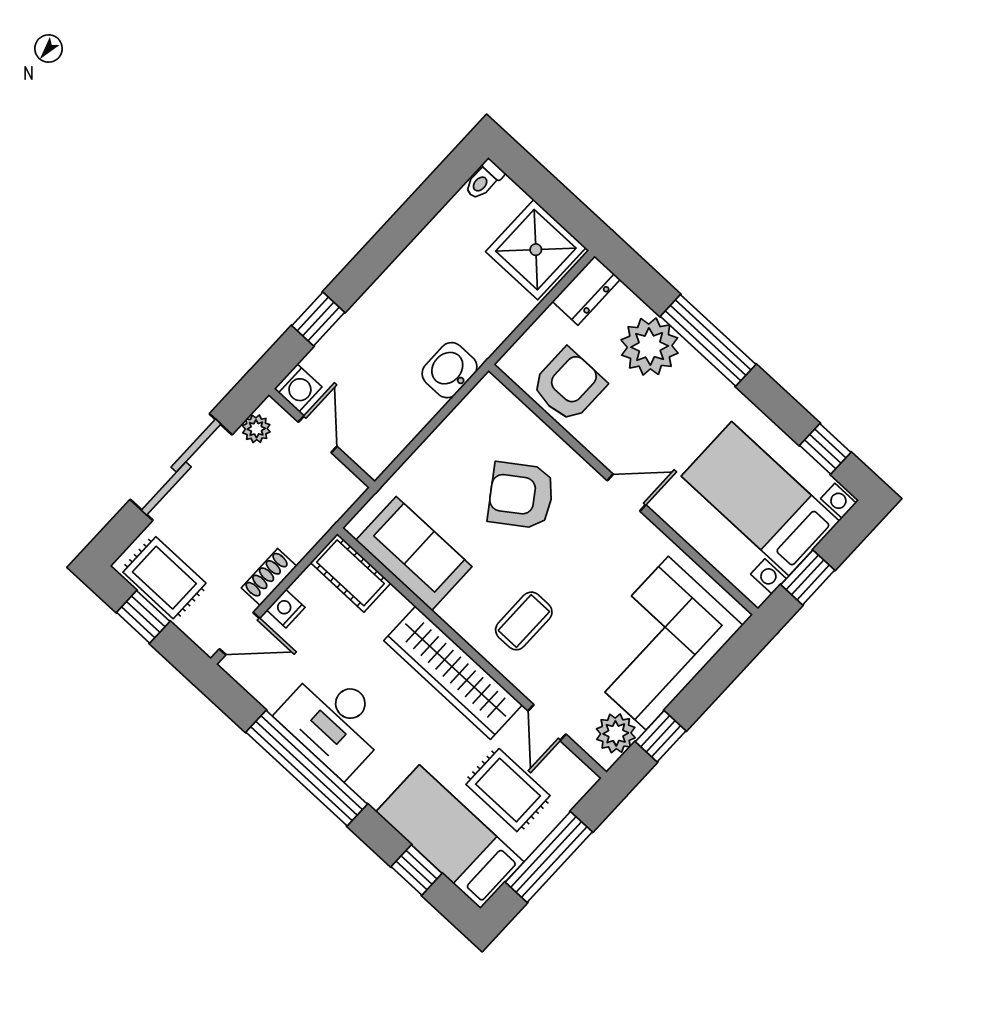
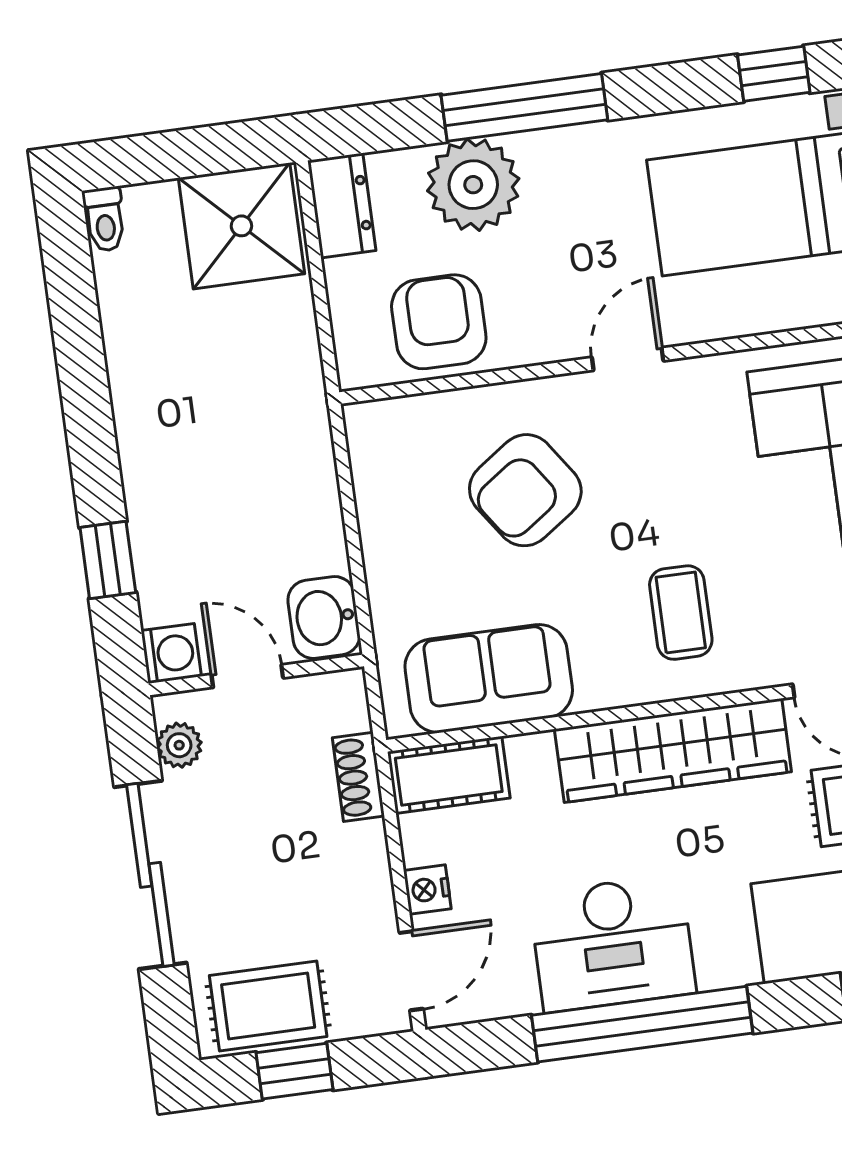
washbasin: (449, 370) -> (324, 617), moved
shoe rack: (269, 577) -> (358, 777), moved

